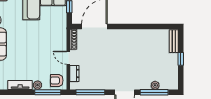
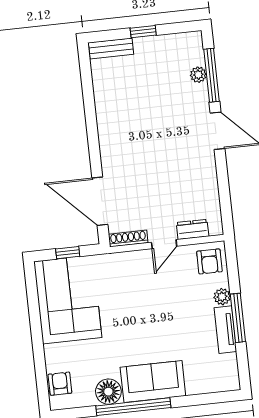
window: (48, 92) -> (238, 318), moved
window: (90, 92) -> (225, 195), removed

